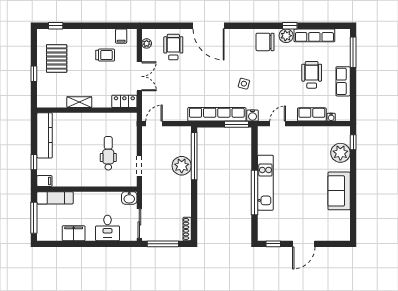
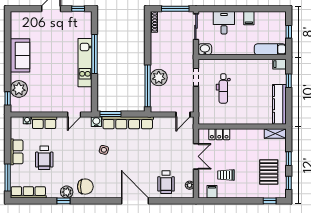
row of seats: (314, 35) -> (28, 192), moved
window: (34, 46) -> (289, 183), added
double door: (139, 76) -> (196, 156), swing flipped
locker: (124, 101) -> (219, 134), moved
shelving: (79, 102) -> (275, 134), moved
window: (34, 218) -> (289, 32), width x0.46
filing cabinet: (74, 233) -> (249, 18), width x0.50

